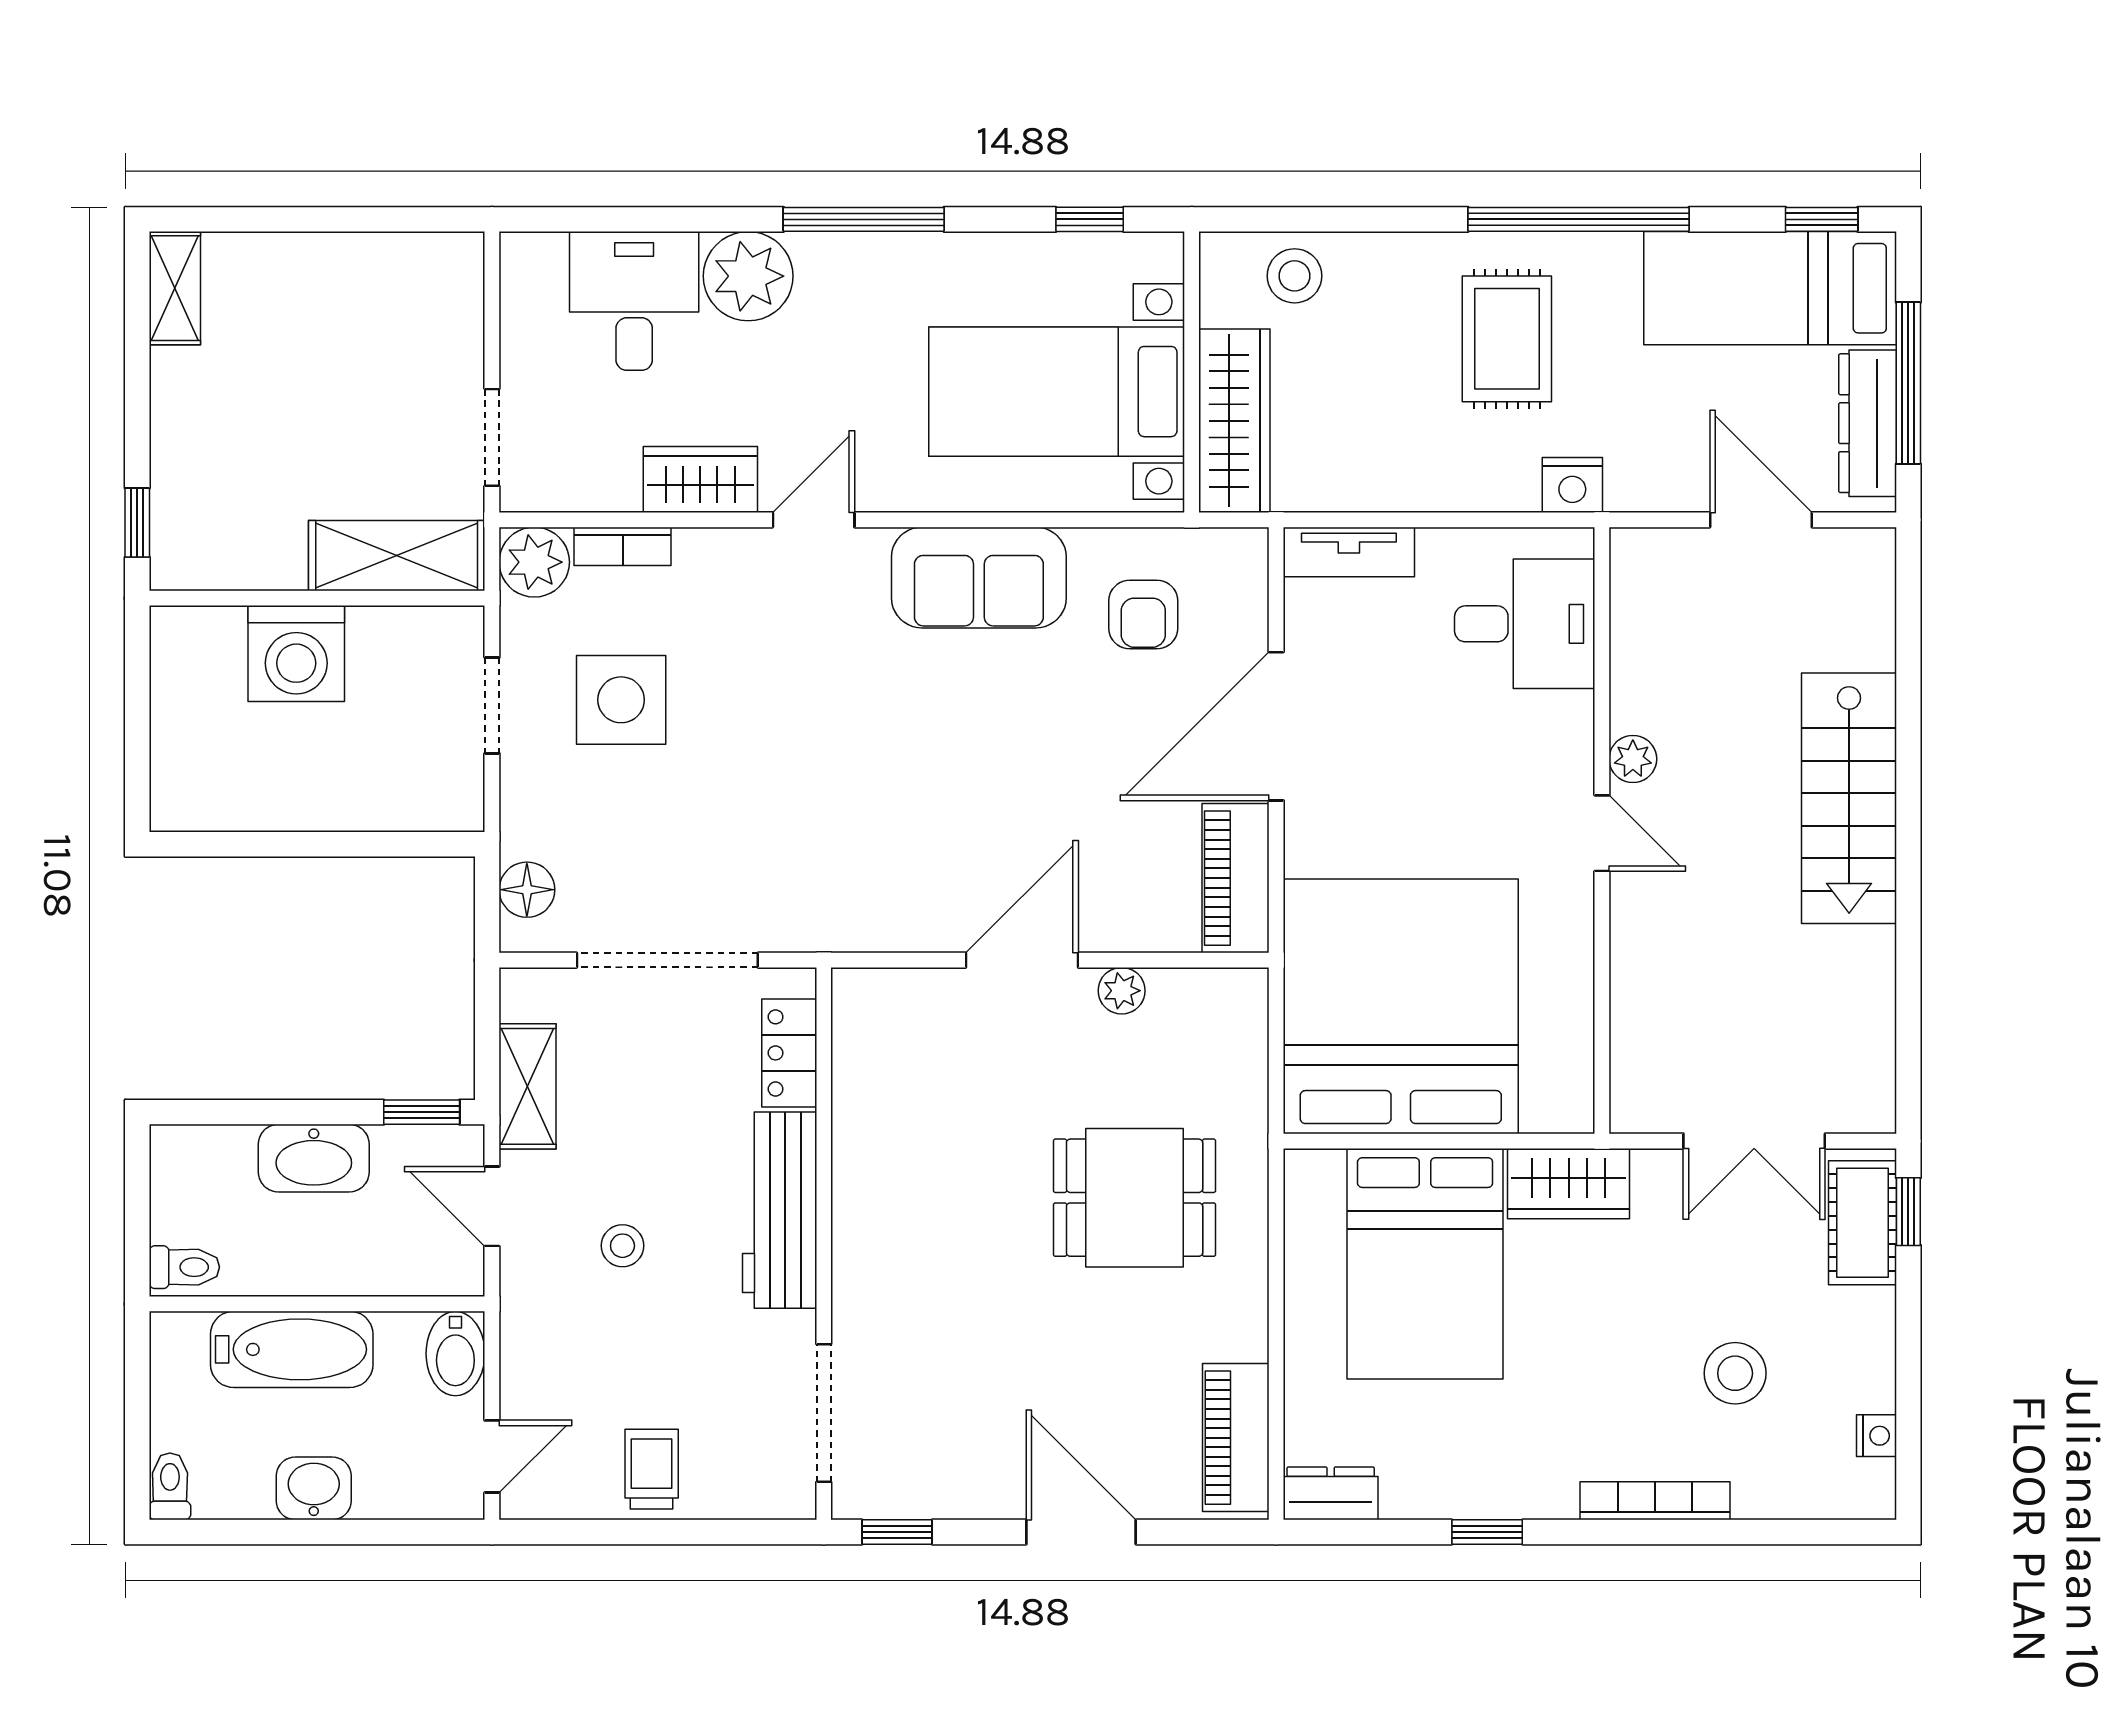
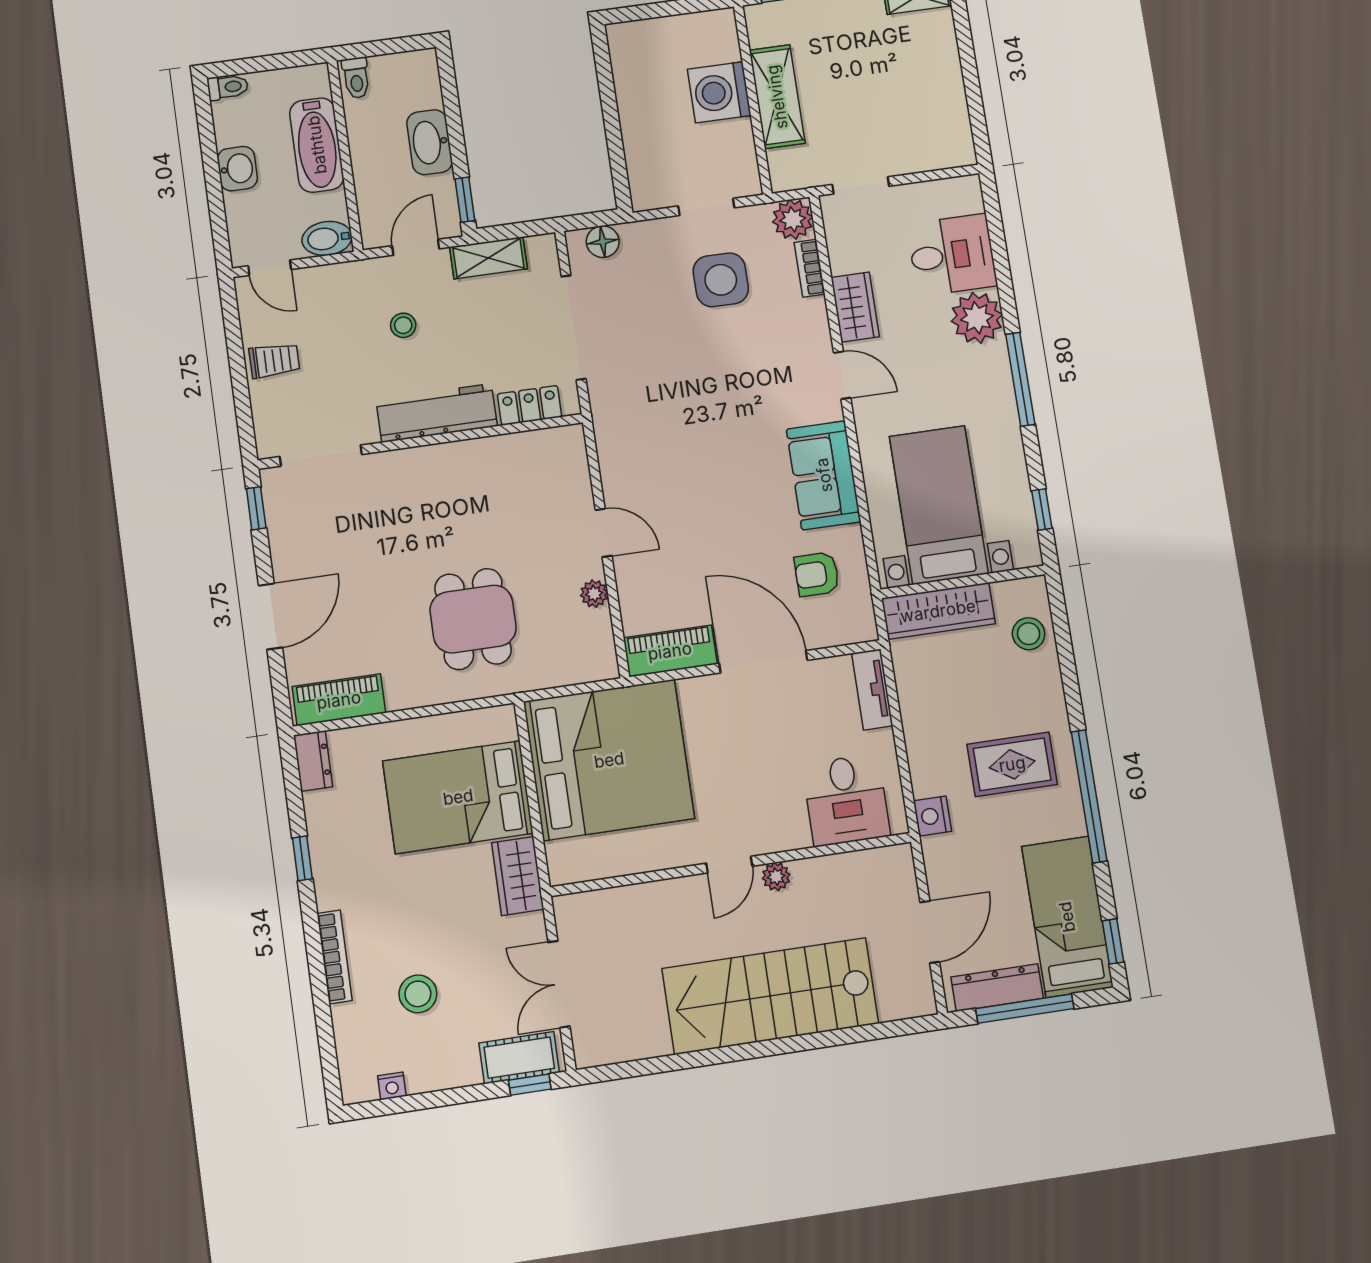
shelving: (397, 556) -> (777, 97), moved
stairs: (1849, 798) -> (770, 996), width x1.36, depth x1.51
door: (1022, 960) -> (604, 533), width x0.73

